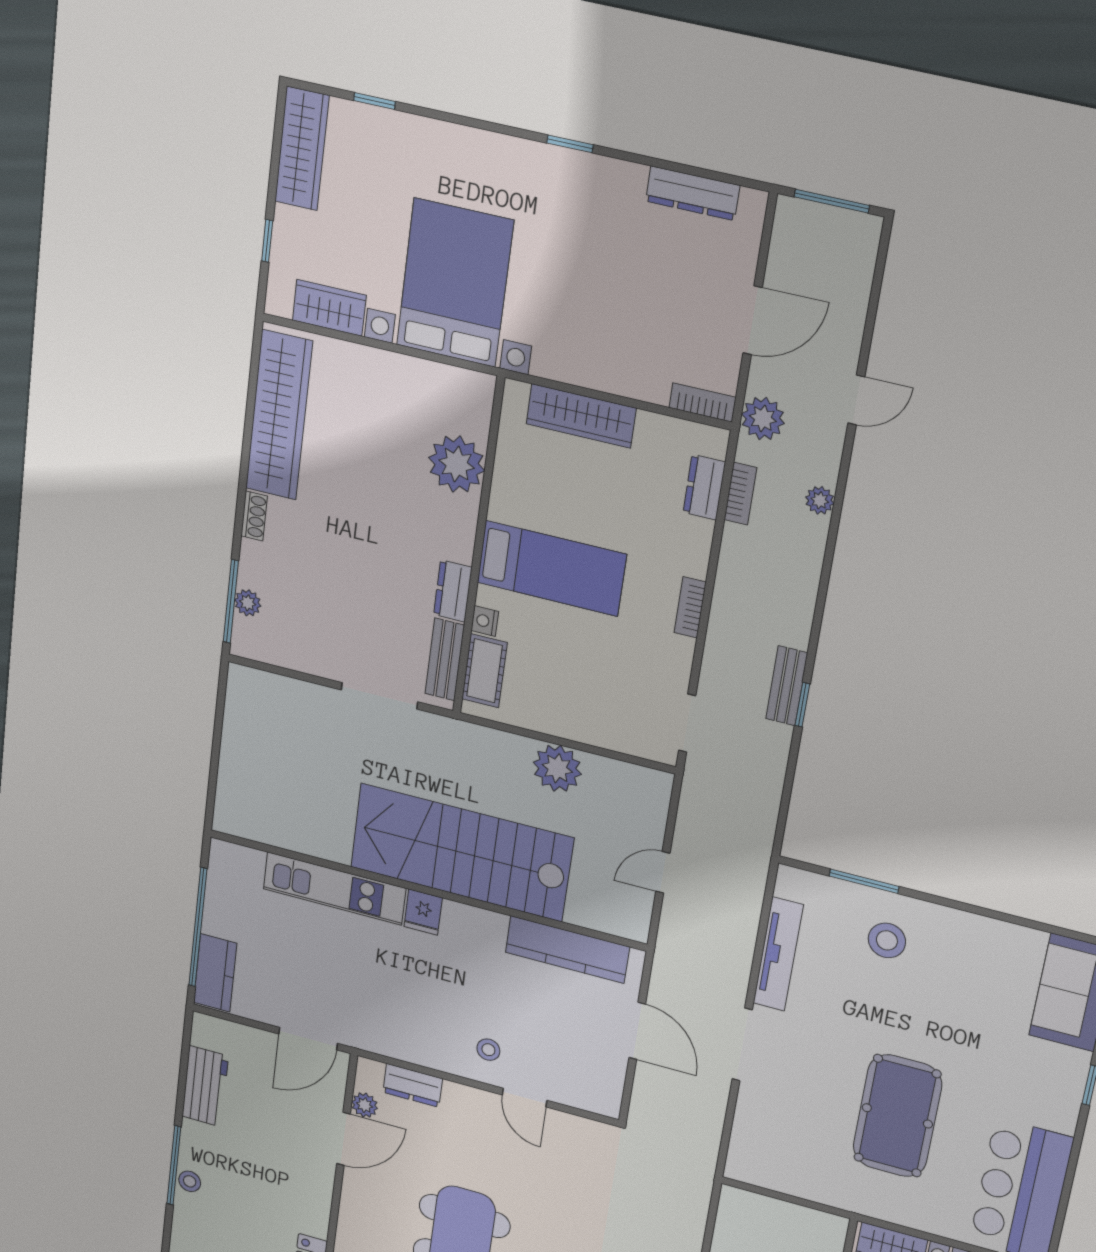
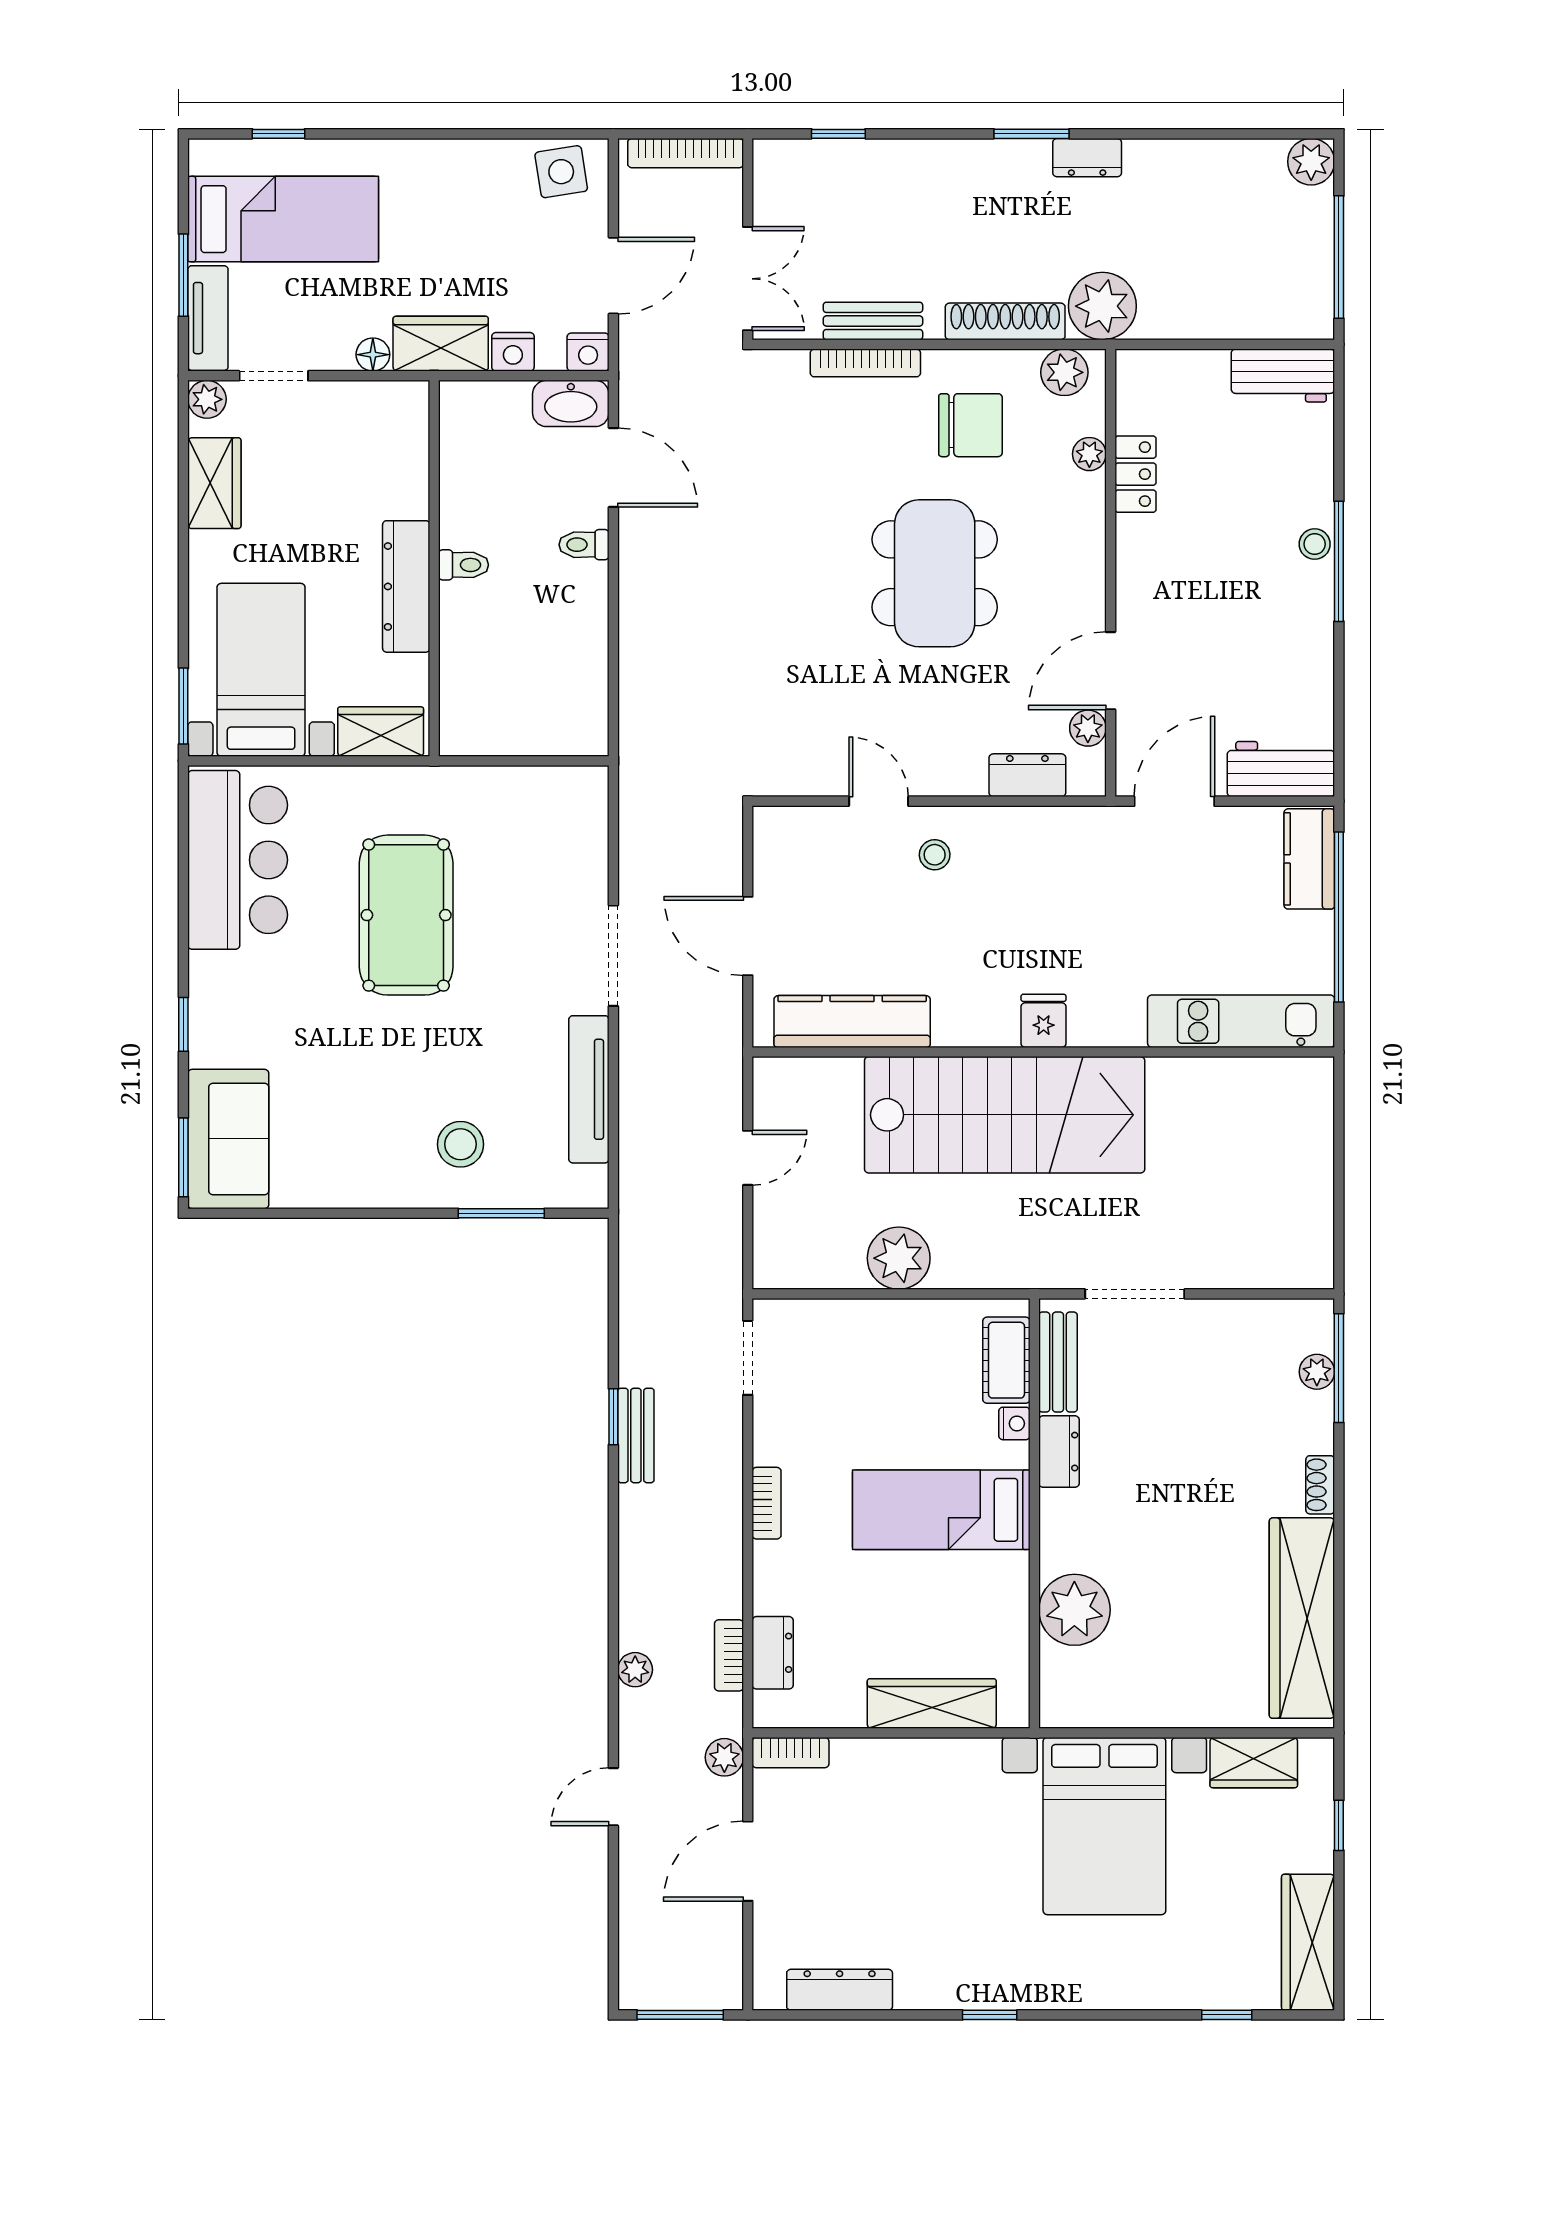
plant: (763, 419) -> (724, 1757), width x0.73, depth x0.73
kitchen unit: (335, 888) -> (1241, 1021), moved
workbench: (205, 1086) -> (1281, 769), moved, turned 90

